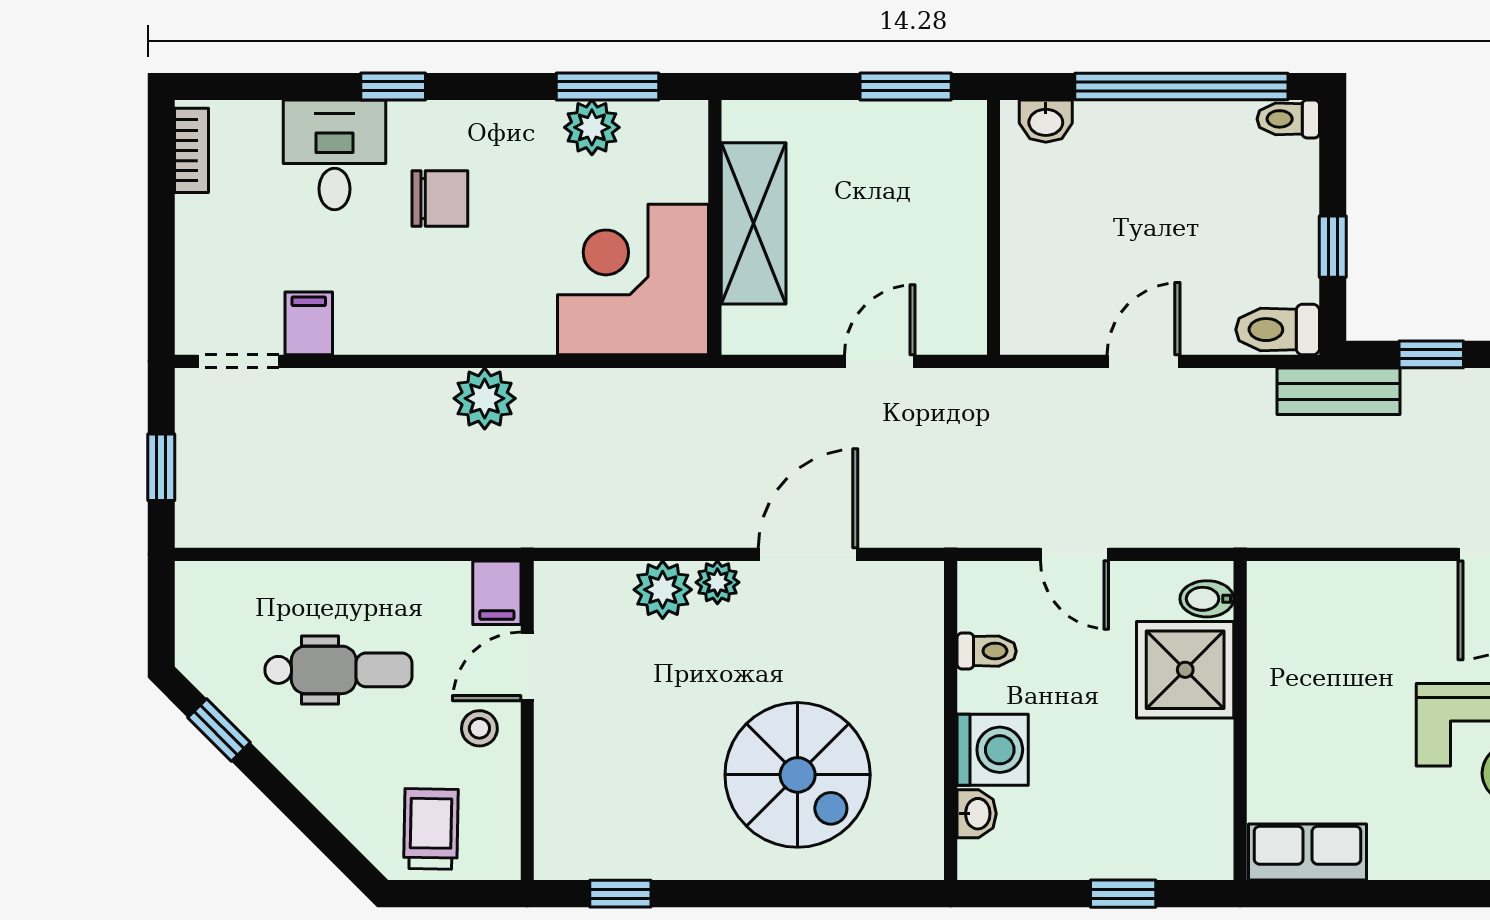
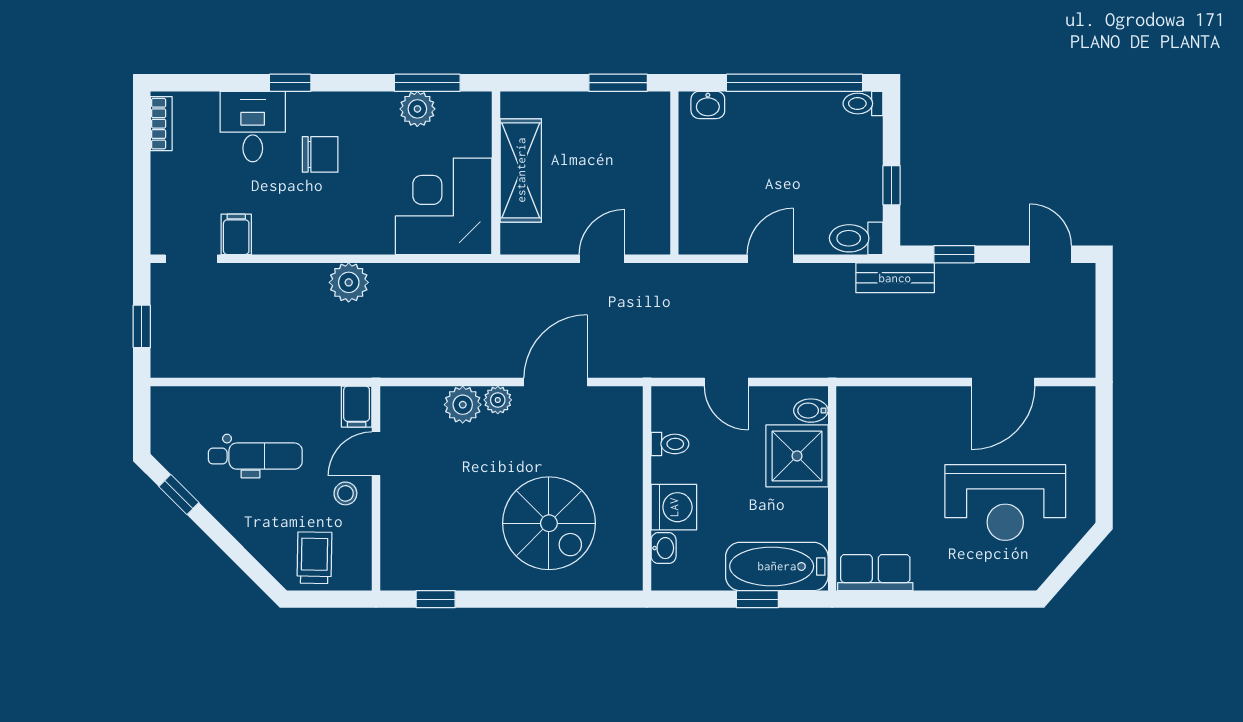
bathtub: (1154, 842) -> (777, 566), added

